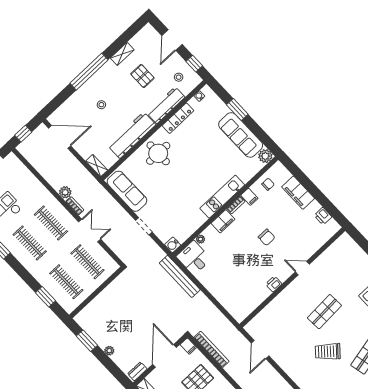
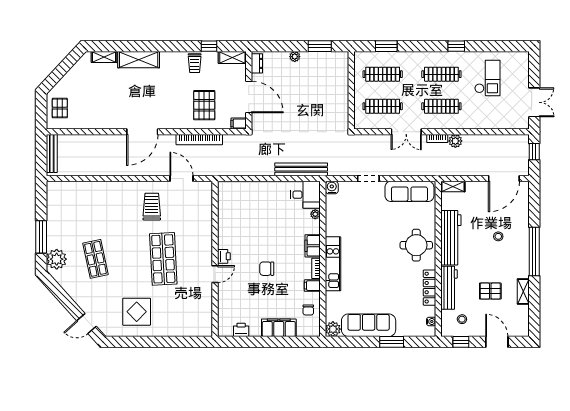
printer: (274, 284) -> (224, 256), moved
shop shelf: (324, 312) -> (163, 259), width x1.43, depth x1.36
bookcase: (211, 349) -> (199, 140), moved
trolley: (328, 352) -> (152, 207), moved, turned -41

